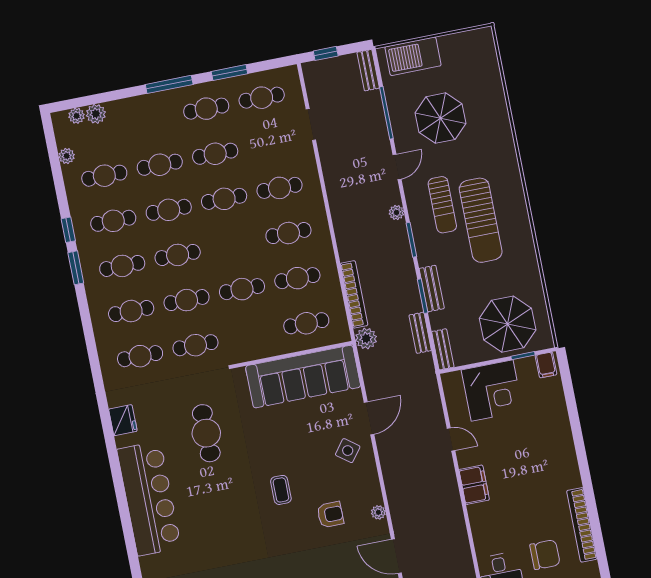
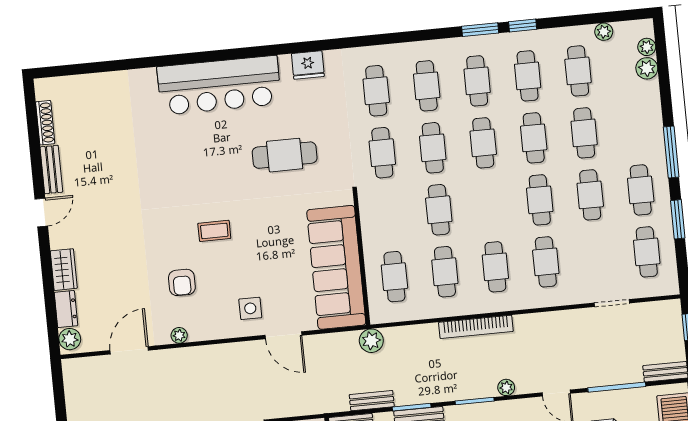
bookcase: (354, 294) -> (476, 327), moved
side table: (348, 451) -> (250, 308), turned -37

